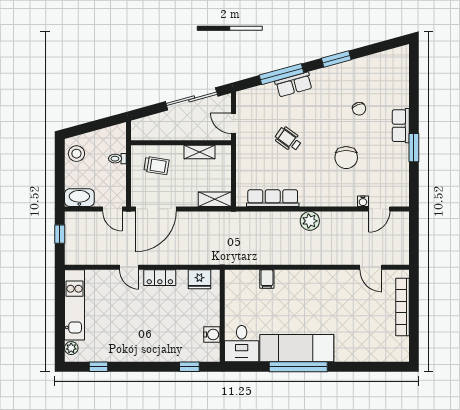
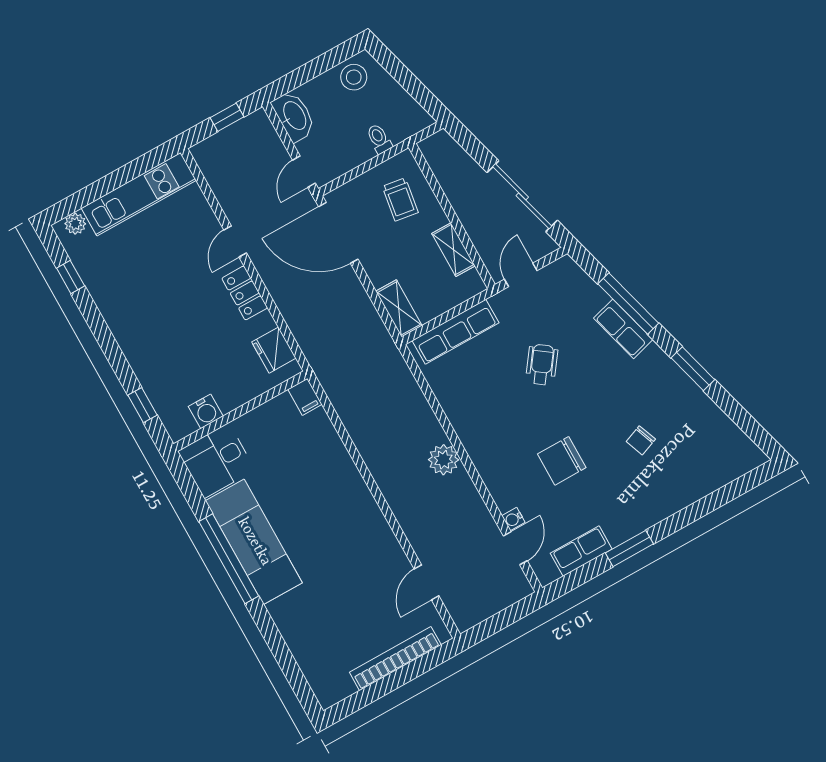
row of seats: (401, 126) -> (581, 551), moved
row of seats: (273, 198) -> (455, 332), moved, turned 90
door: (379, 209) -> (515, 548), swing flipped
filing cabinet: (267, 279) -> (305, 397), moved, turned -90

